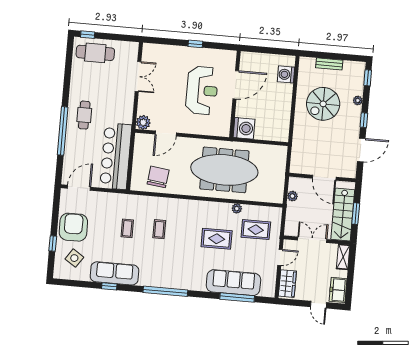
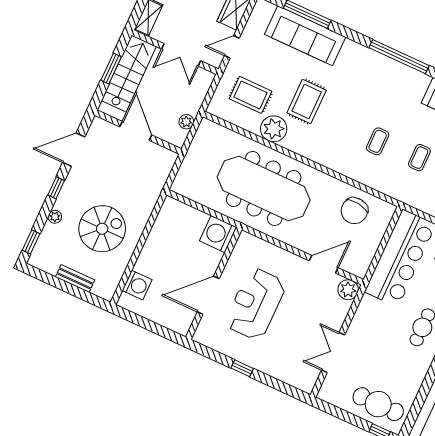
plant: (237, 208) -> (274, 129), width x1.88, depth x1.88
rug: (217, 239) -> (307, 102), turned 90

